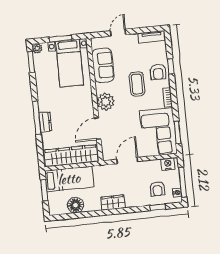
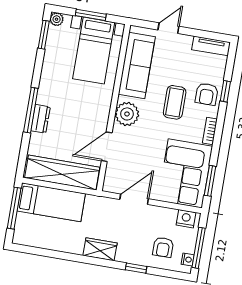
sofa: (103, 65) -> (137, 65), width x1.36
window: (44, 190) -> (14, 208), width x1.44
floor lamp: (75, 205) -> (50, 239), removed
window: (158, 207) -> (136, 268), moved

